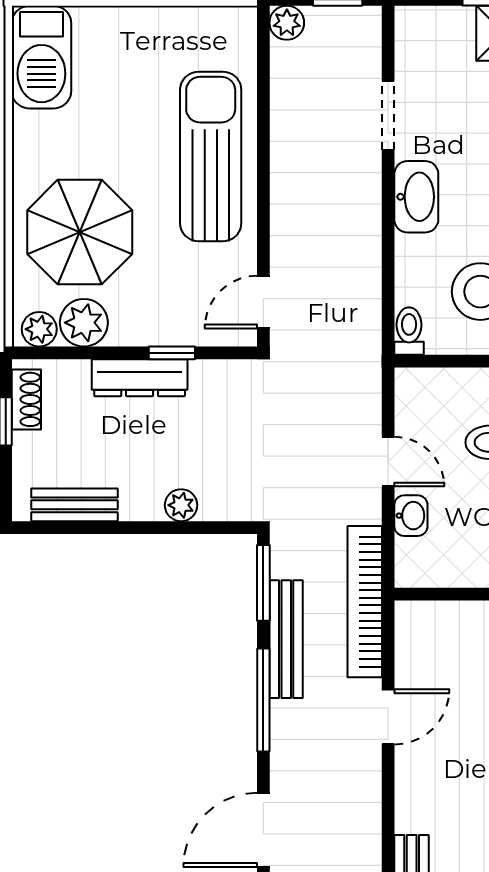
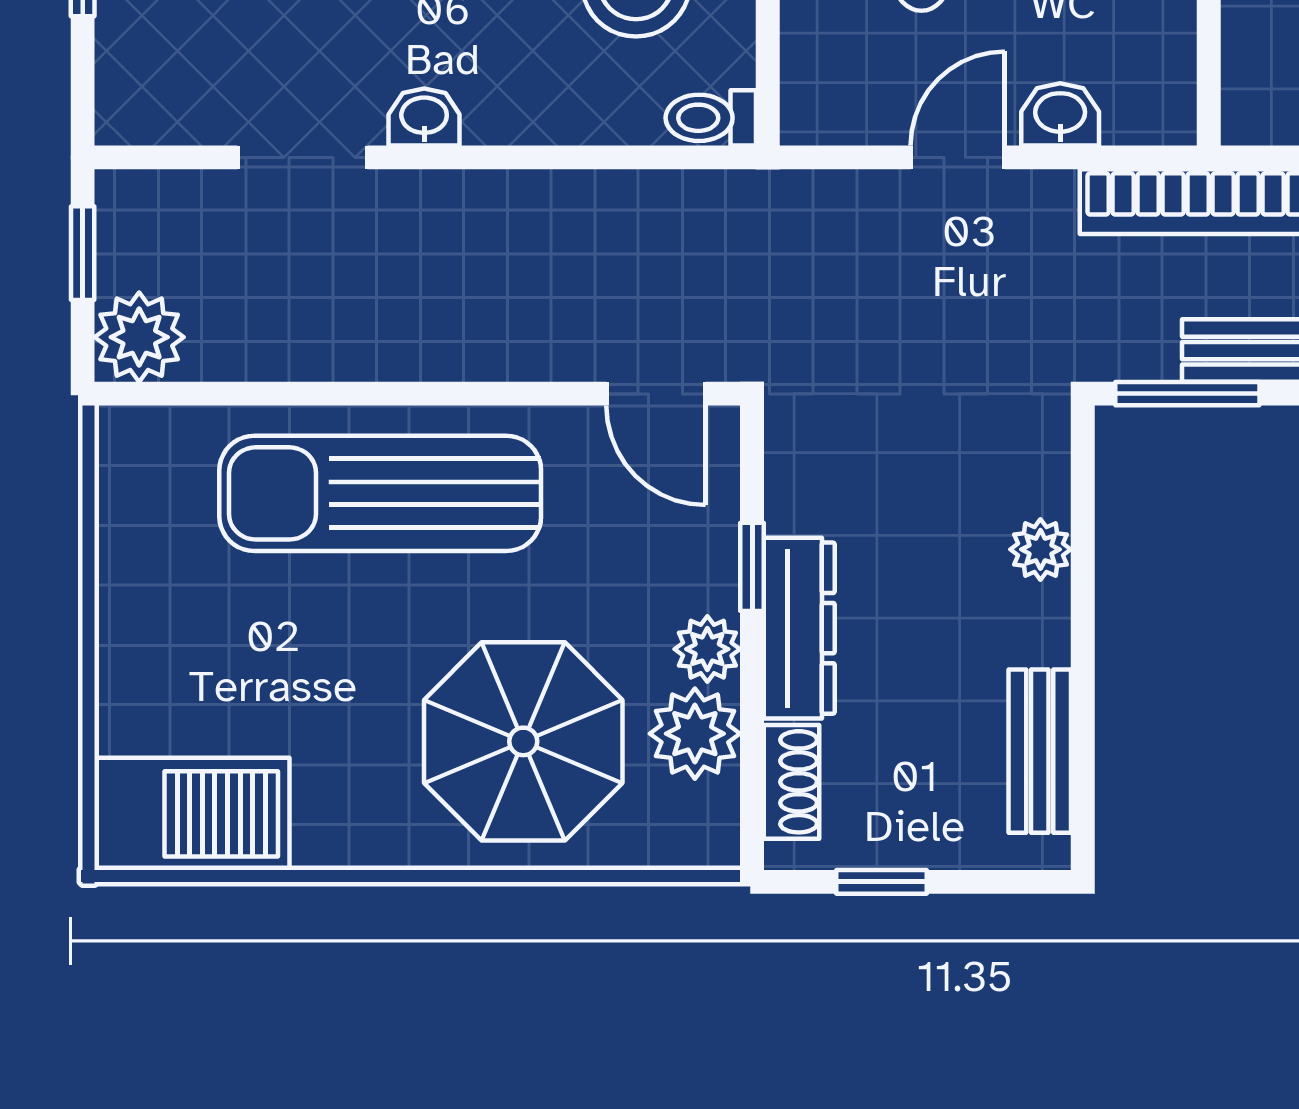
plant: (287, 23) -> (139, 337), width x1.38, depth x1.38
washbasin: (416, 197) -> (424, 117), width x0.52, depth x0.69
plant: (39, 329) -> (707, 649), moved
shoe rack: (26, 399) -> (791, 782), moved, turned 90

